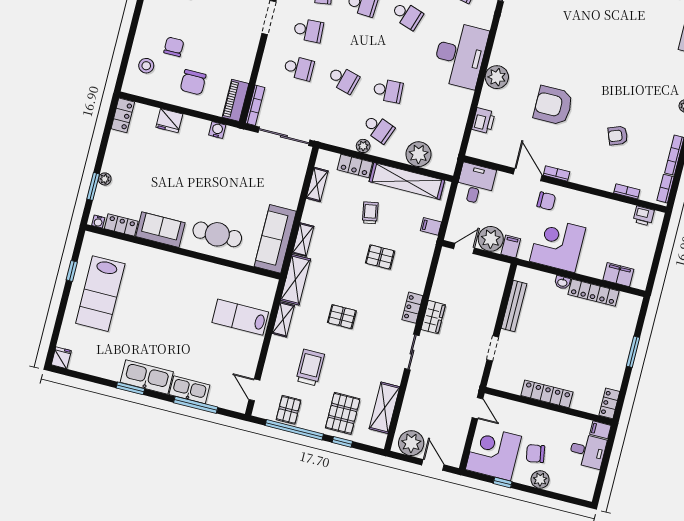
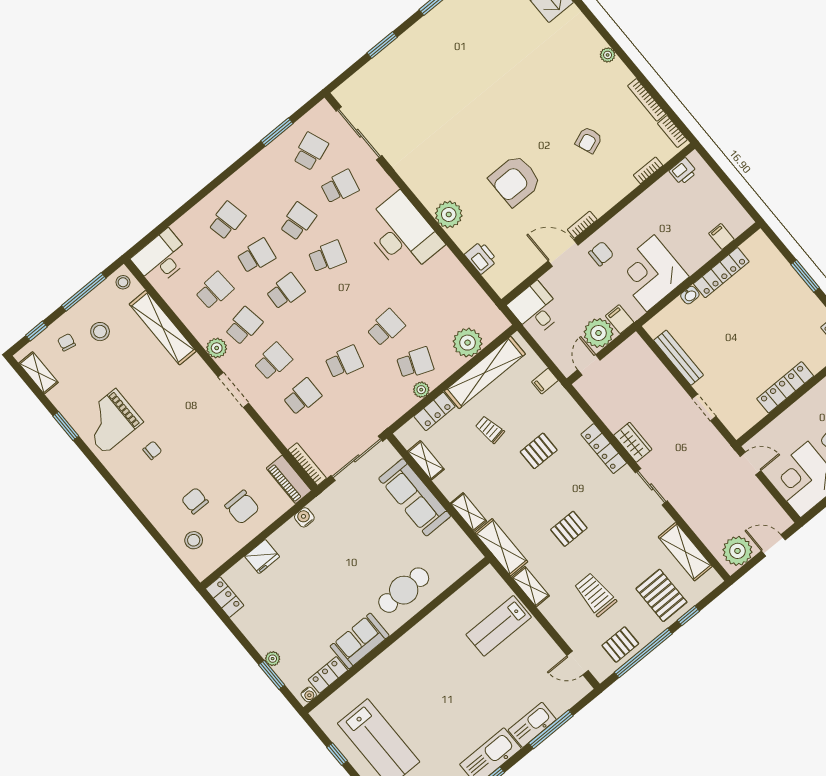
sofa: (275, 239) -> (415, 497), moved
filing cabinet: (618, 275) -> (721, 236), width x0.50
locker: (412, 308) -> (604, 449), width x1.53
pallet: (289, 410) -> (620, 645), turned 90

